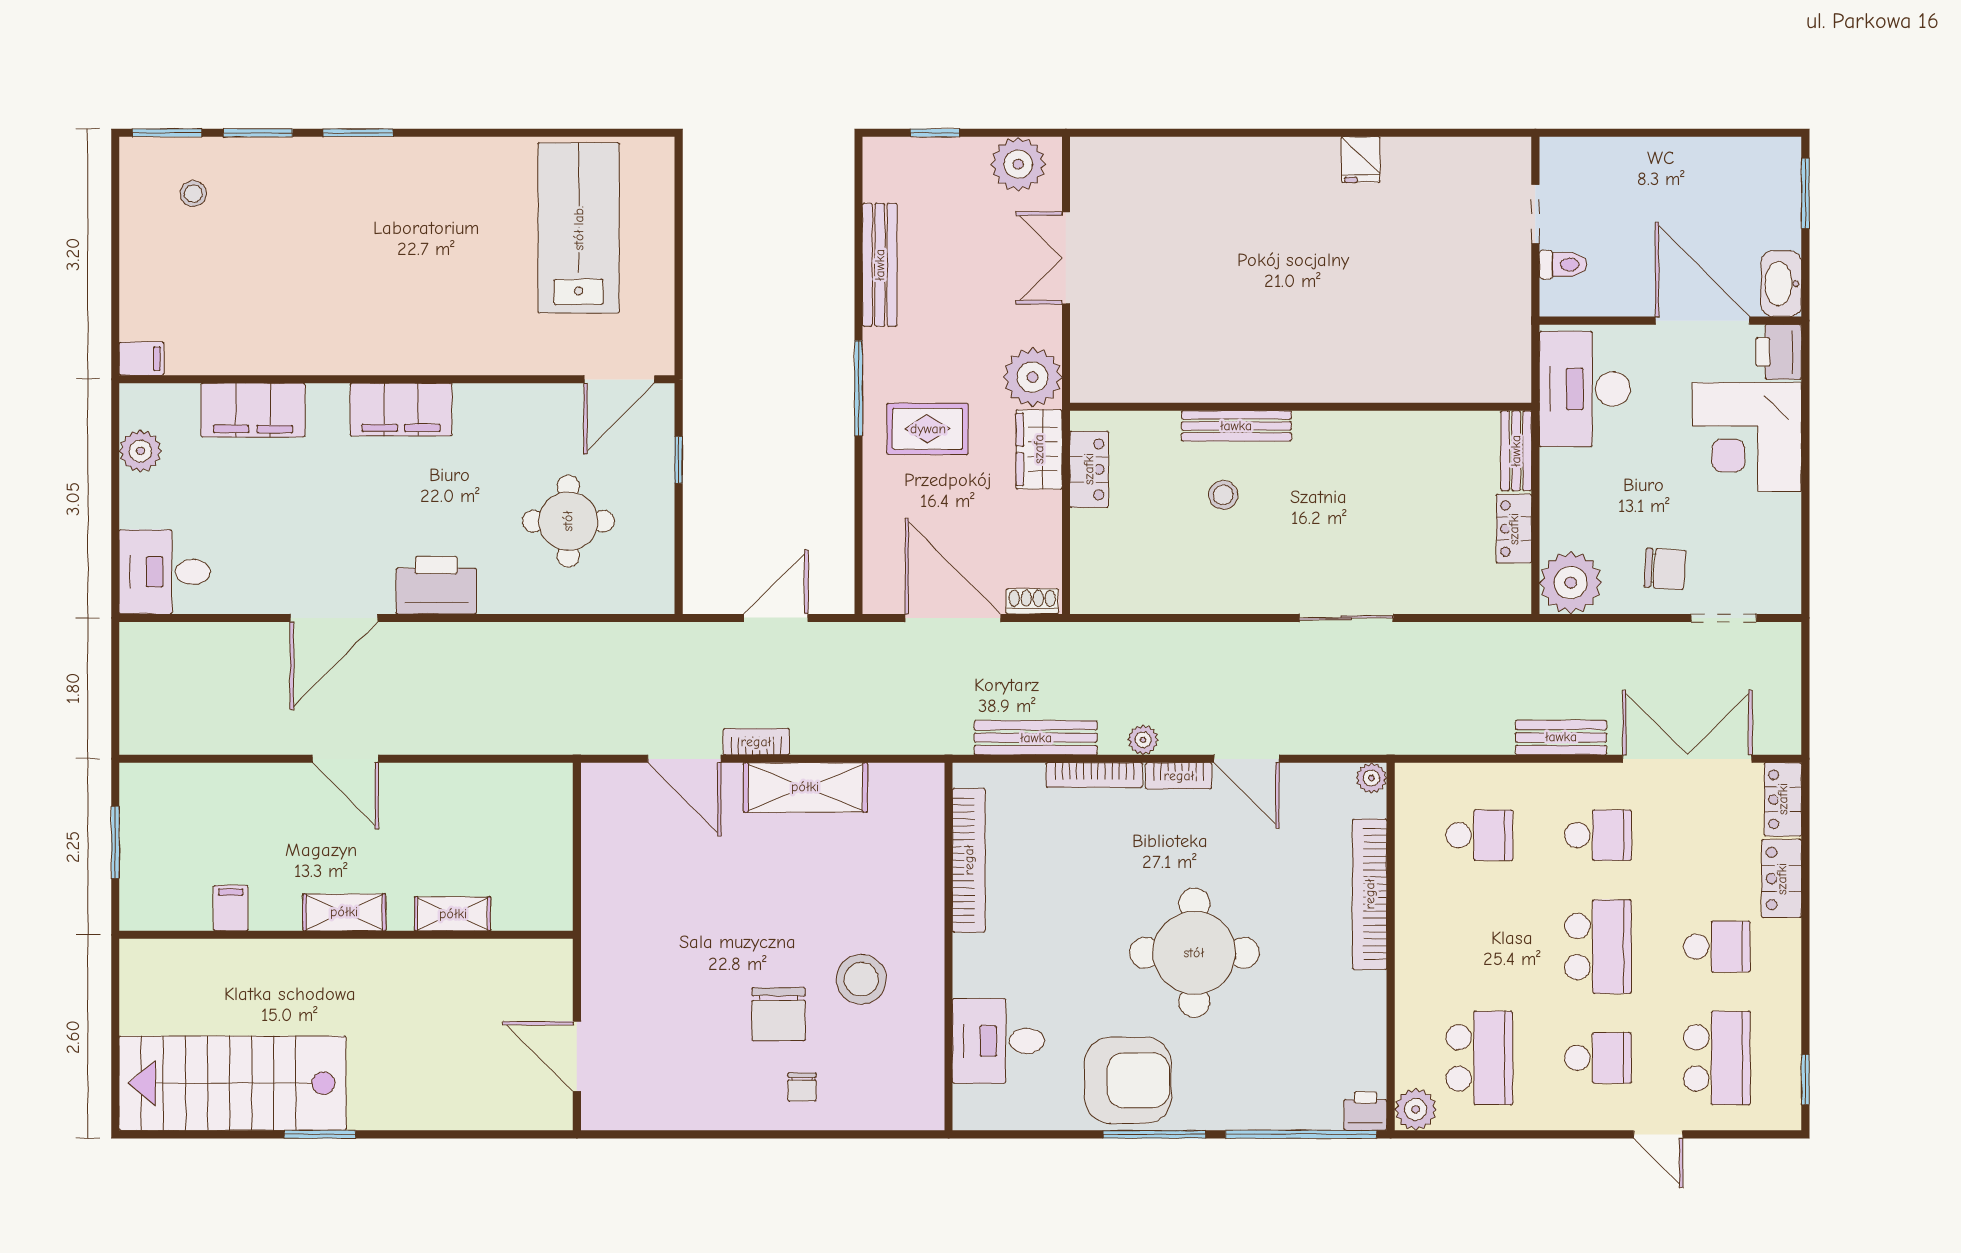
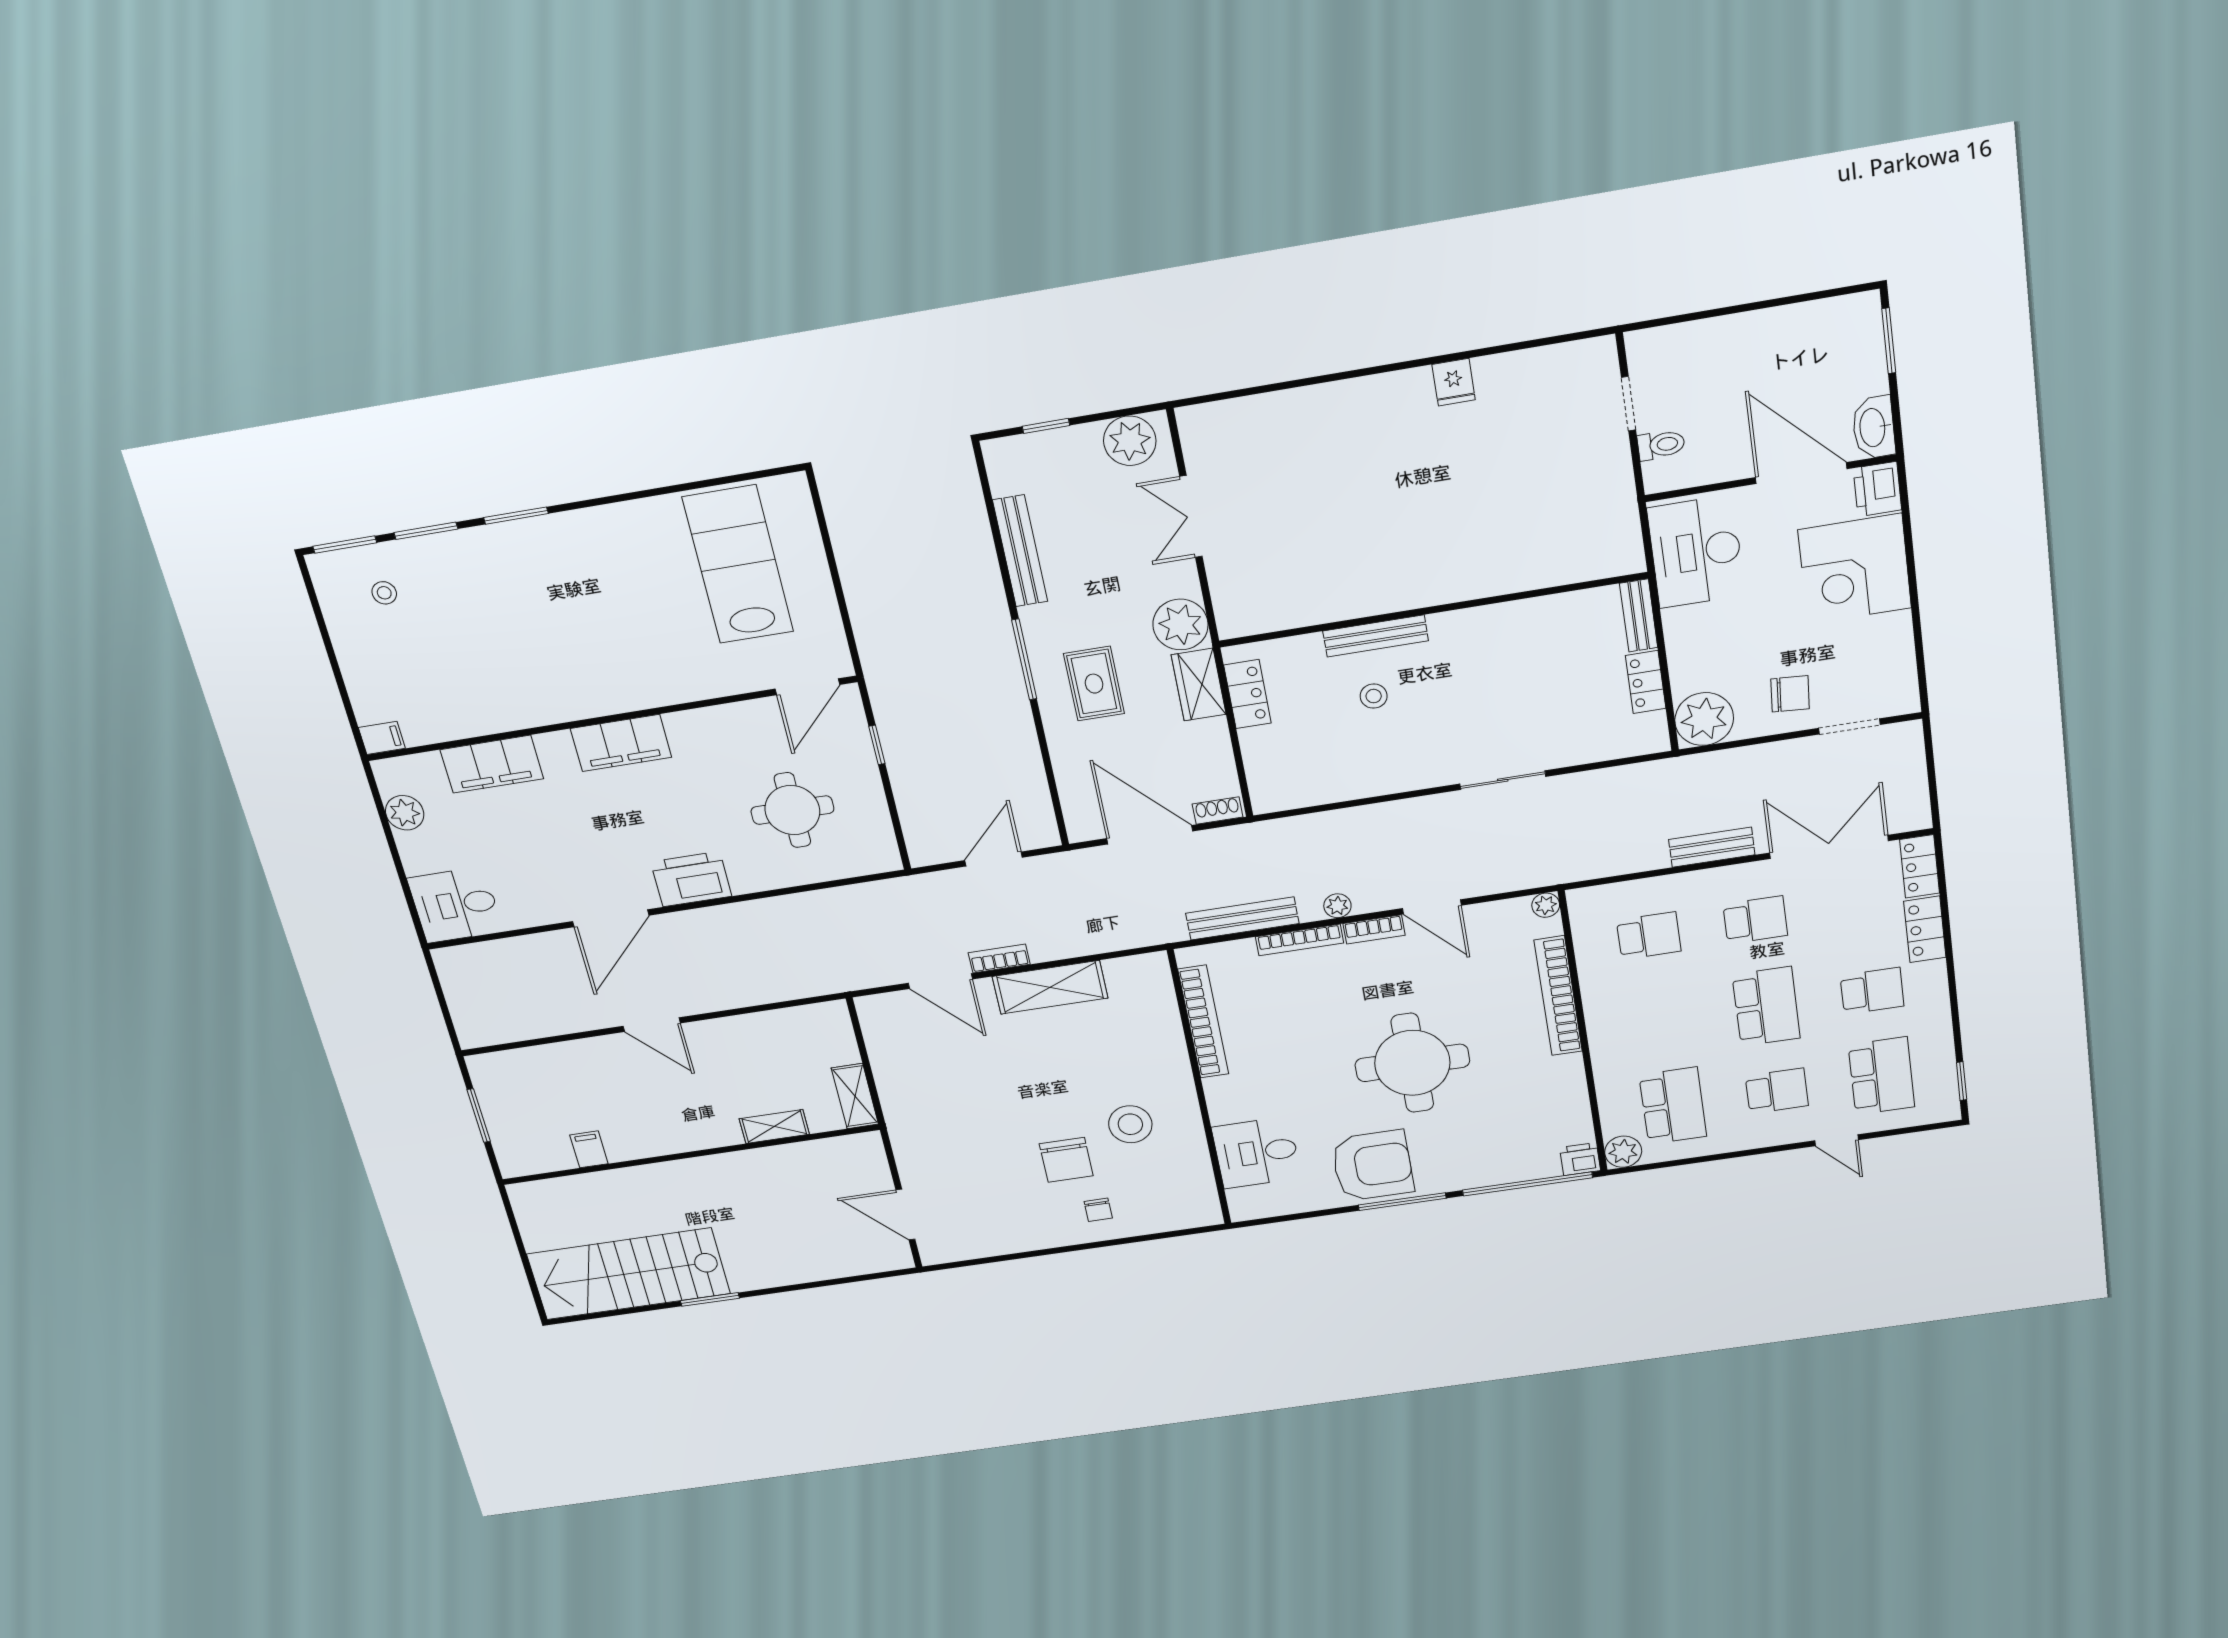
rug: (928, 429) -> (1094, 684), turned 90
shelving: (344, 912) -> (855, 1096), moved, turned 90

